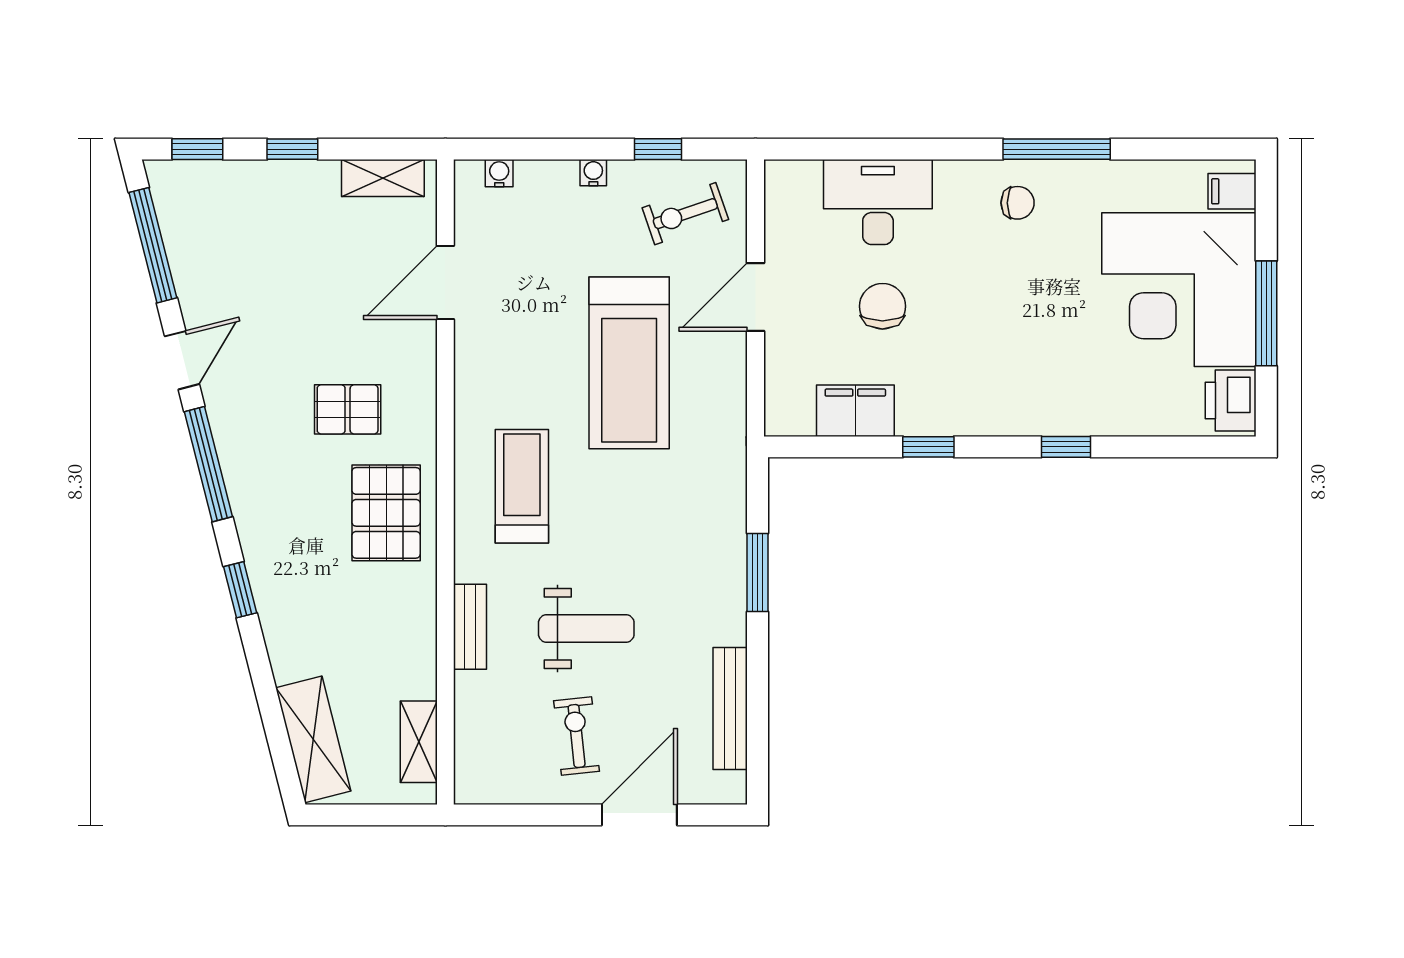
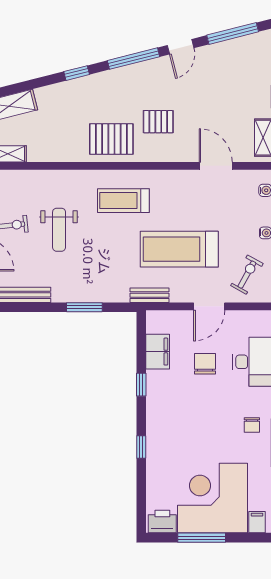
exercise bike: (685, 214) -> (247, 275), turned 48
door: (756, 297) -> (209, 306), swing flipped
chair: (882, 306) -> (205, 364), turned -90
door: (182, 360) -> (181, 47), hinge flipped
pallet: (348, 409) -> (158, 122), turned 90
treadmill: (522, 486) -> (123, 201), turned 180
bench: (470, 627) -> (149, 295), moved

